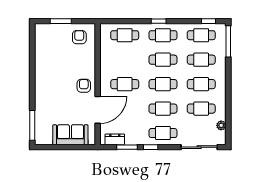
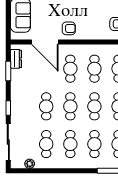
cafe table: (163, 133) -> (94, 69), moved
window: (151, 147) -> (8, 108), moved

